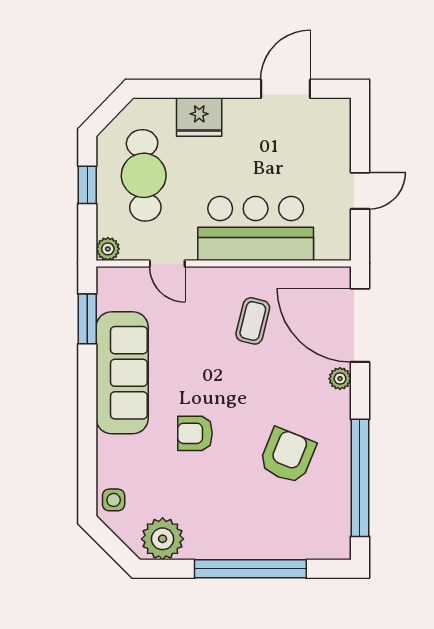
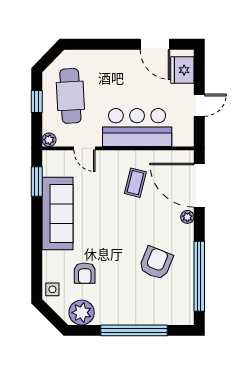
door: (286, 89) -> (155, 44), swing flipped
fridge: (199, 117) -> (182, 70), moved, turned 90
armchair: (195, 433) -> (85, 273), moved, turned -90

